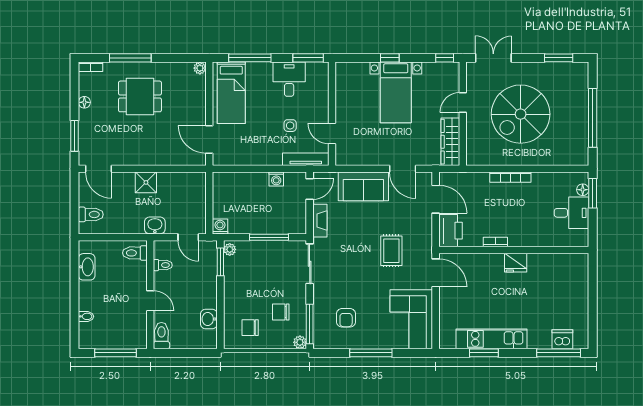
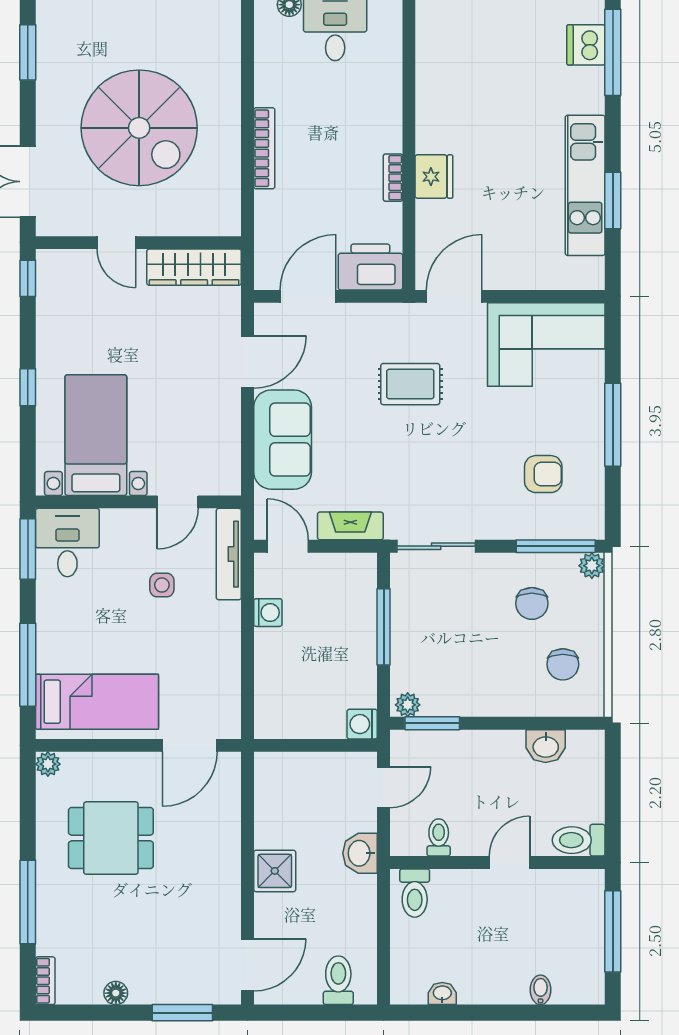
desk: (289, 79) -> (67, 543), moved, turned 90
bed with nightstands: (396, 92) -> (96, 435), moved, turned -90
dining table: (140, 96) -> (111, 838), moved, turned 90
fridge: (516, 263) -> (434, 177), moved
washbasin: (87, 267) -> (442, 994), width x0.52, depth x0.69

